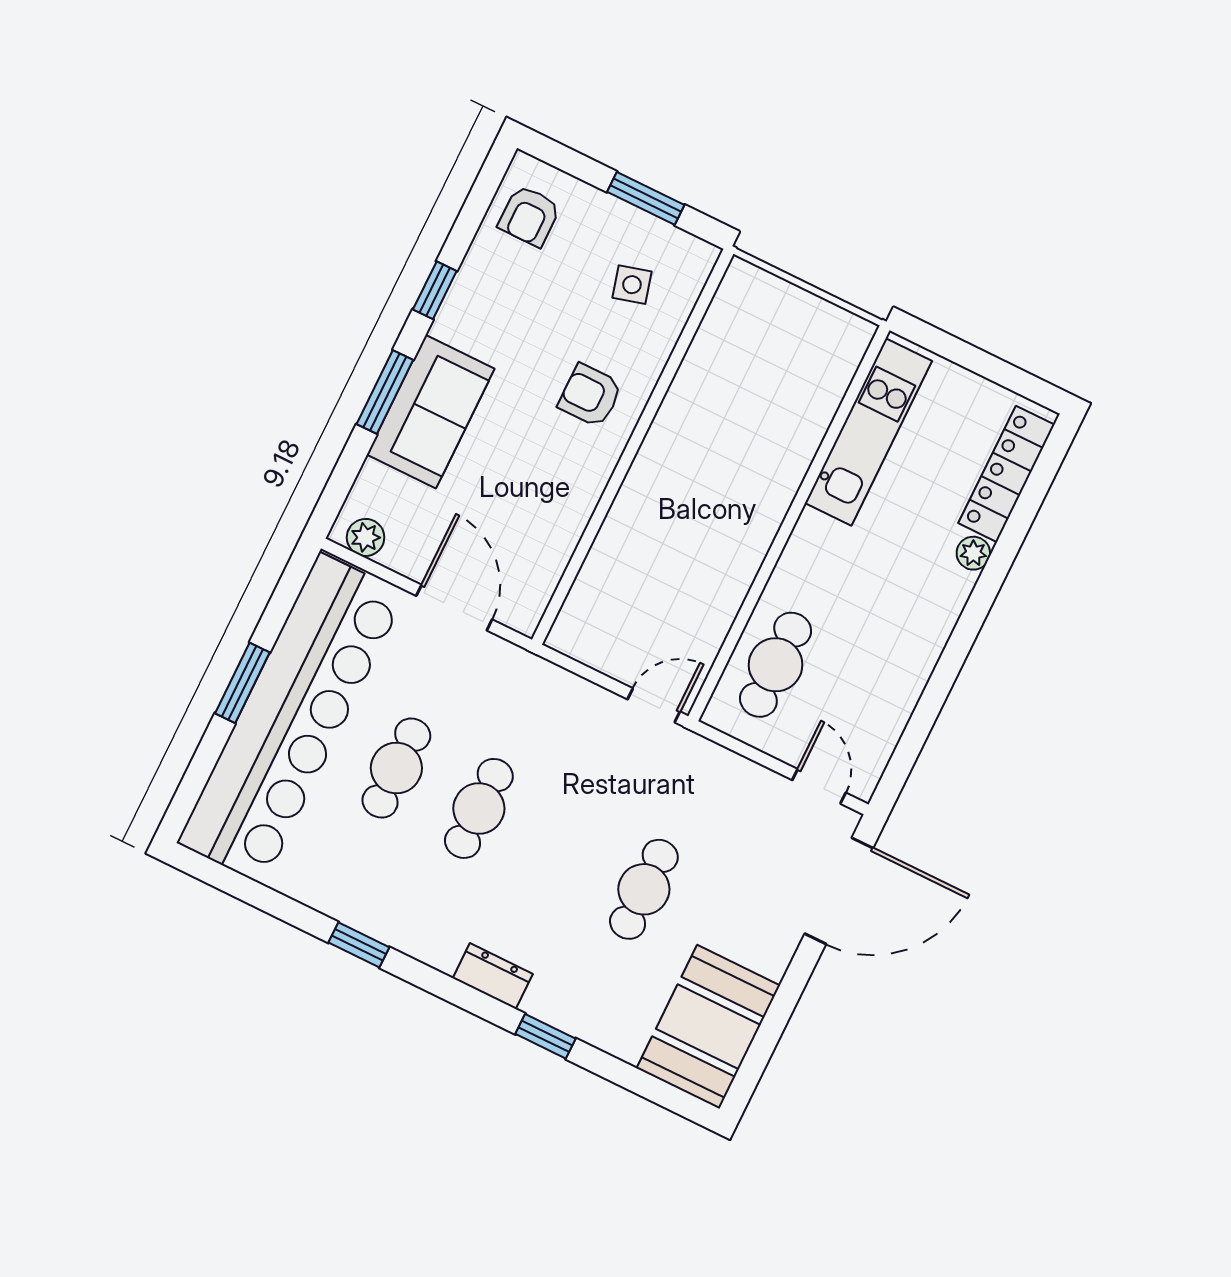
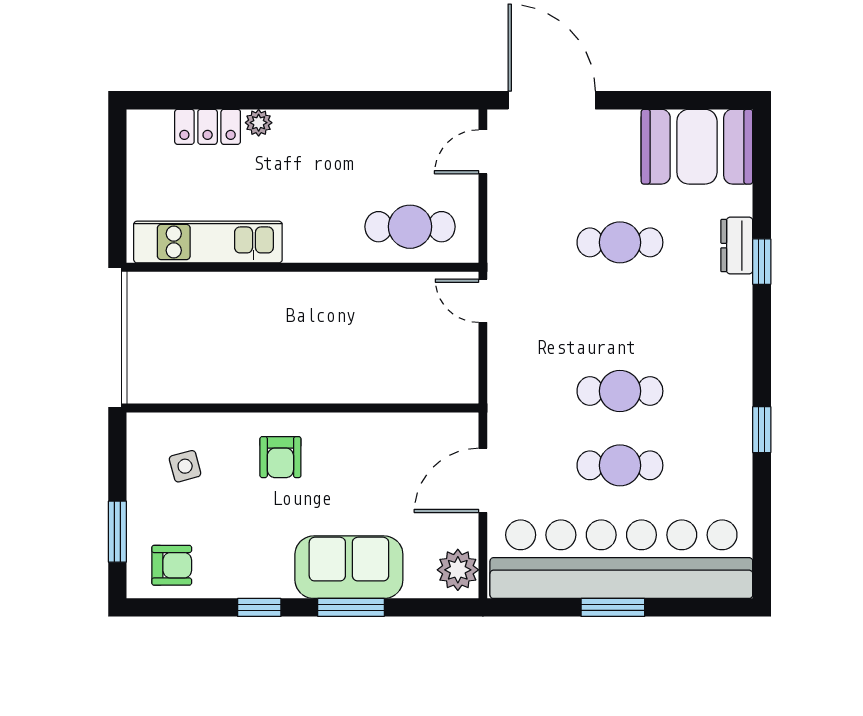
window: (646, 198) -> (117, 532), moved
locker: (1006, 474) -> (208, 127), width x0.66
plant: (366, 537) -> (458, 570), width x1.38, depth x1.38
dresser: (493, 976) -> (737, 246), moved

